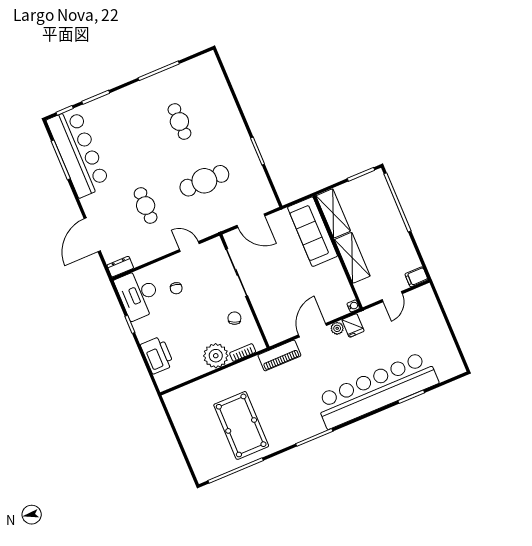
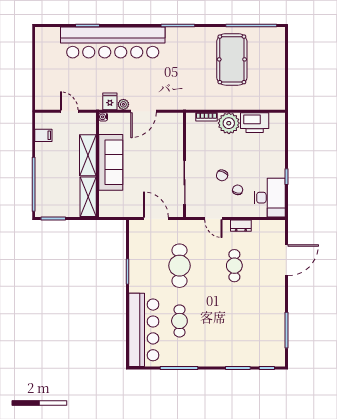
bar counter: (78, 153) -> (144, 330), moved, turned 180
cafe table: (204, 181) -> (179, 266), turned 90
sofa: (312, 232) -> (111, 162), moved
dresser: (120, 267) -> (241, 226), moved
filing cabinet: (416, 277) -> (43, 135), moved
door: (392, 297) -> (69, 111), hinge flipped
chair: (234, 318) -> (222, 175), moved
printer: (157, 355) -> (255, 123), moved, turned -90
piano: (279, 355) -> (178, 102), removed

